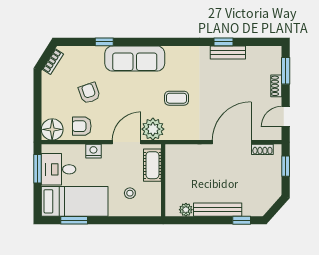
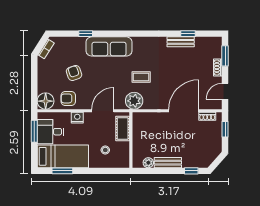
window: (224, 42) -> (188, 34), moved
plant: (153, 129) -> (134, 101), moved
bench: (218, 210) -> (168, 163), width x0.73

